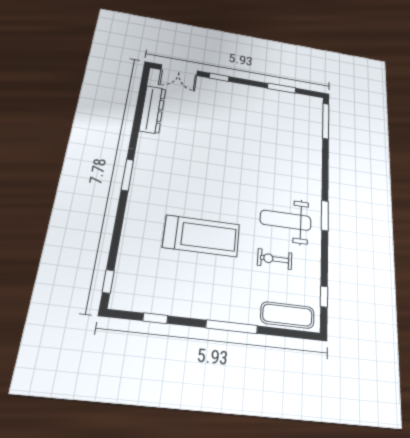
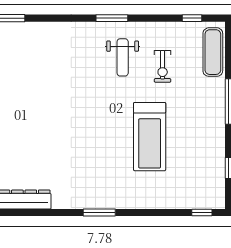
weight bench: (286, 220) -> (123, 57), width x0.73, depth x0.75
treadmill: (201, 236) -> (150, 137), turned 180

